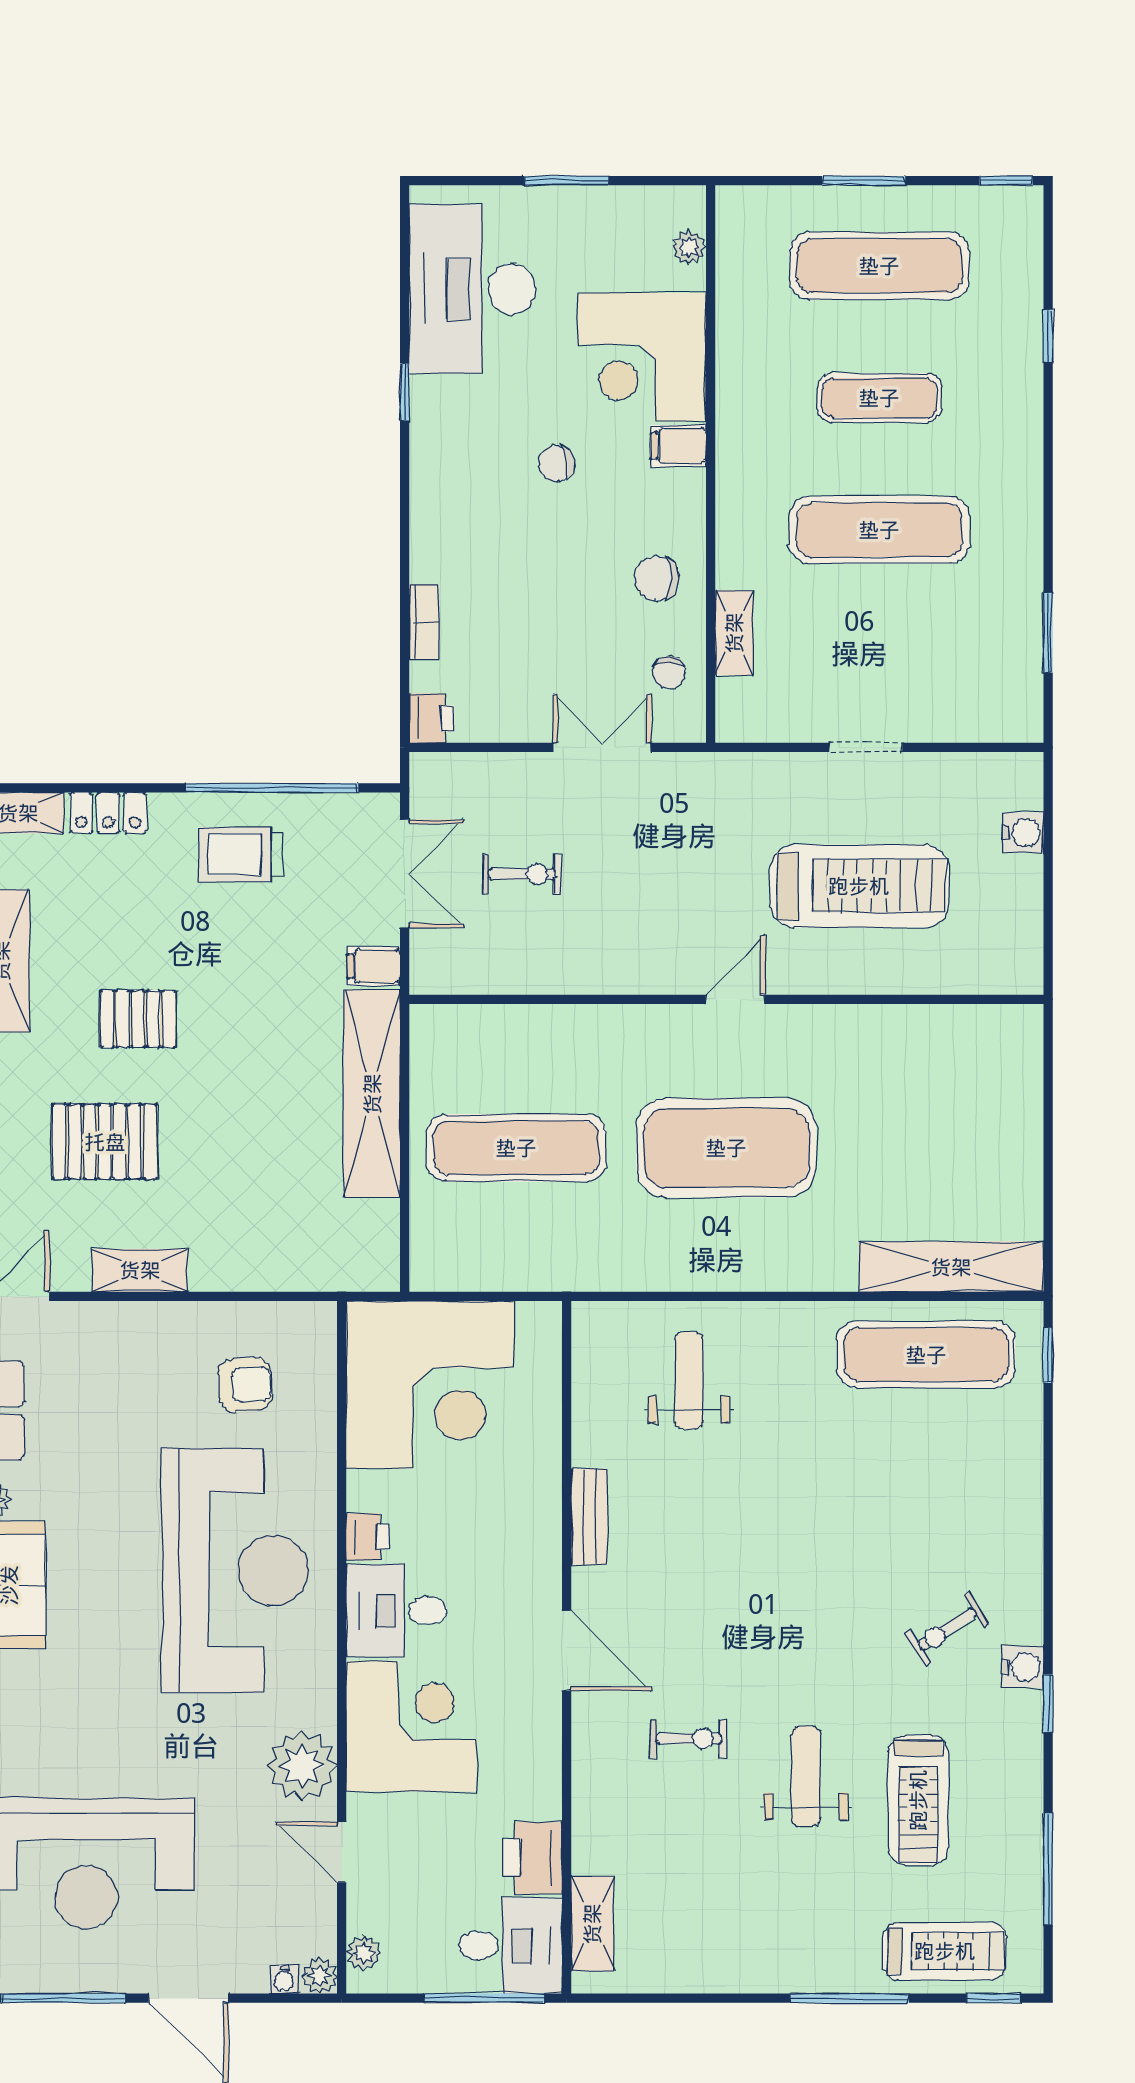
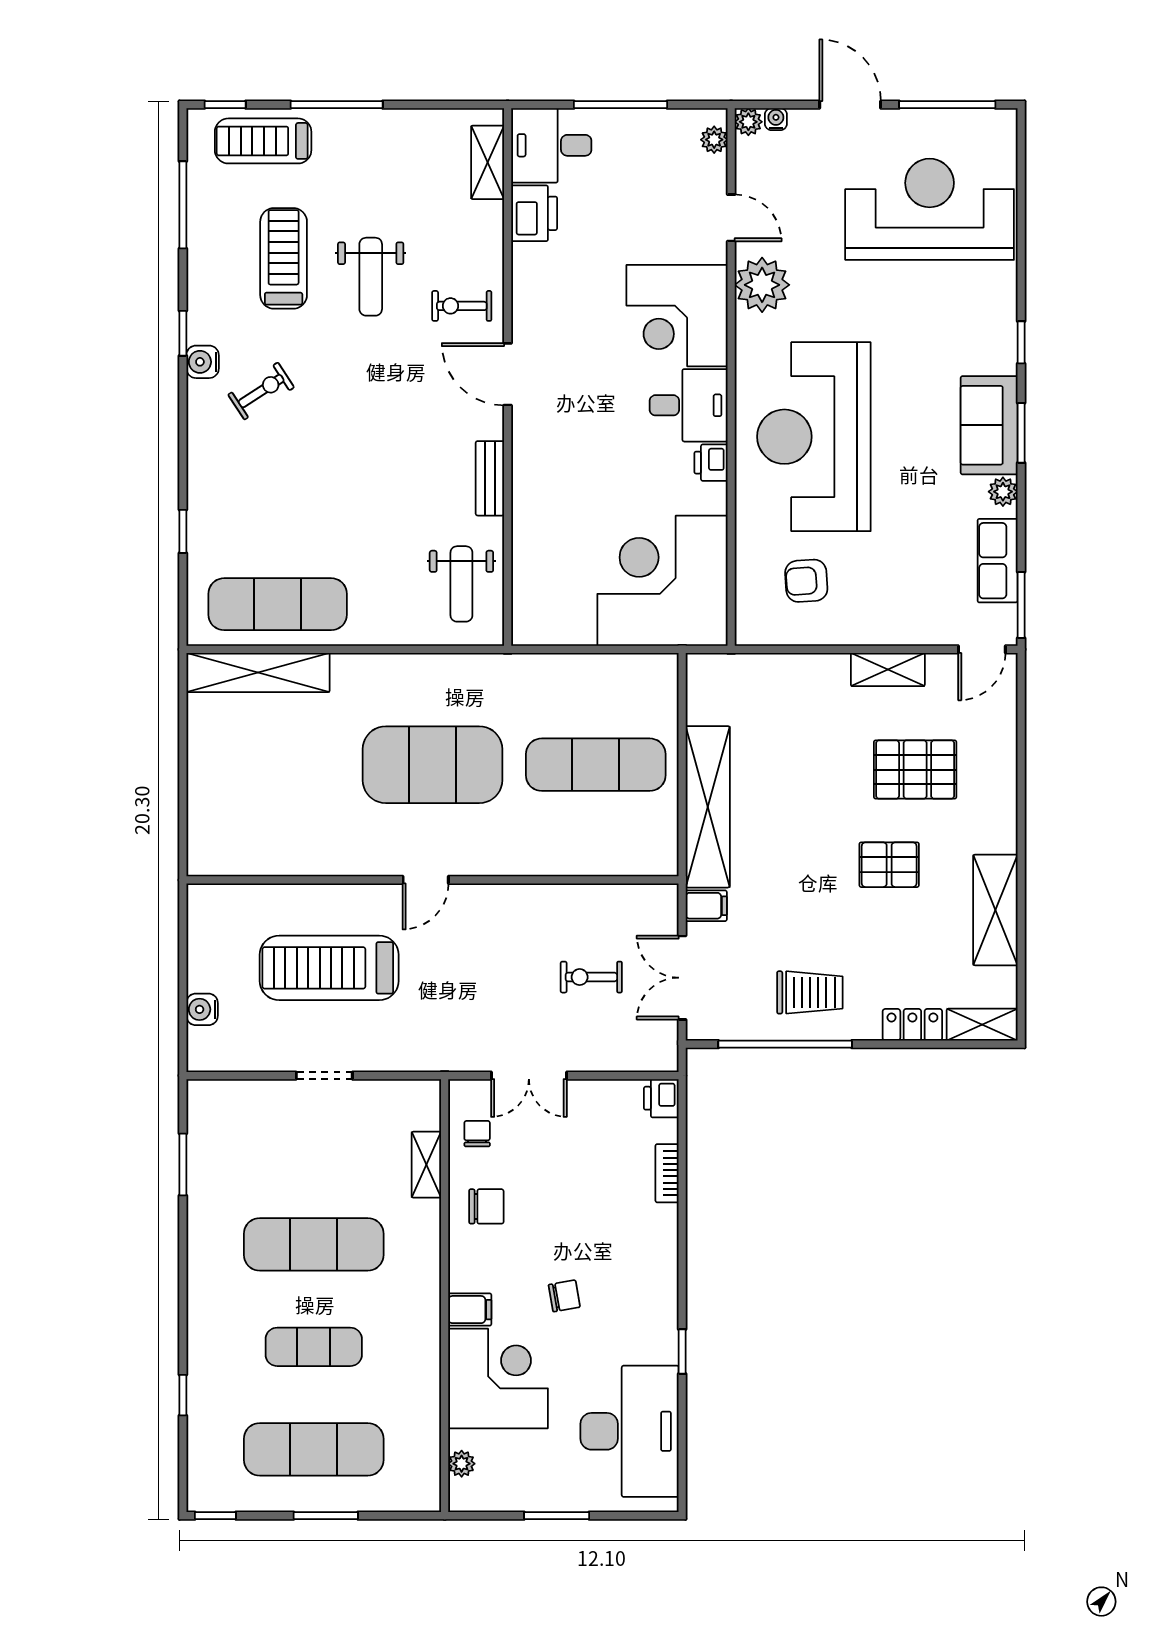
window: (1048, 1355) -> (183, 531), moved
bench: (589, 1517) -> (490, 478), moved
wall: (567, 1647) -> (508, 377), moved
door: (567, 1651) -> (508, 374), moved
printer: (532, 1858) -> (534, 213), moved
shelving: (592, 1924) -> (488, 162), moved
desk: (510, 1946) -> (551, 145), moved

